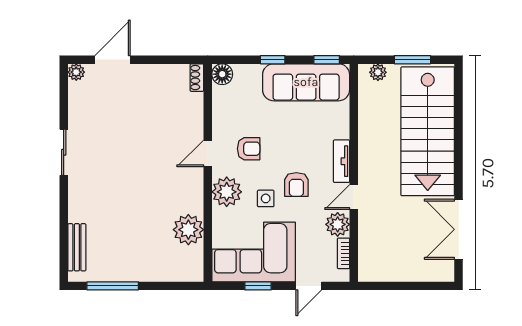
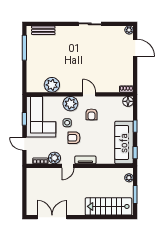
stairs: (428, 131) -> (108, 206), width x0.73, depth x0.66
door: (354, 197) -> (68, 166), swing flipped

